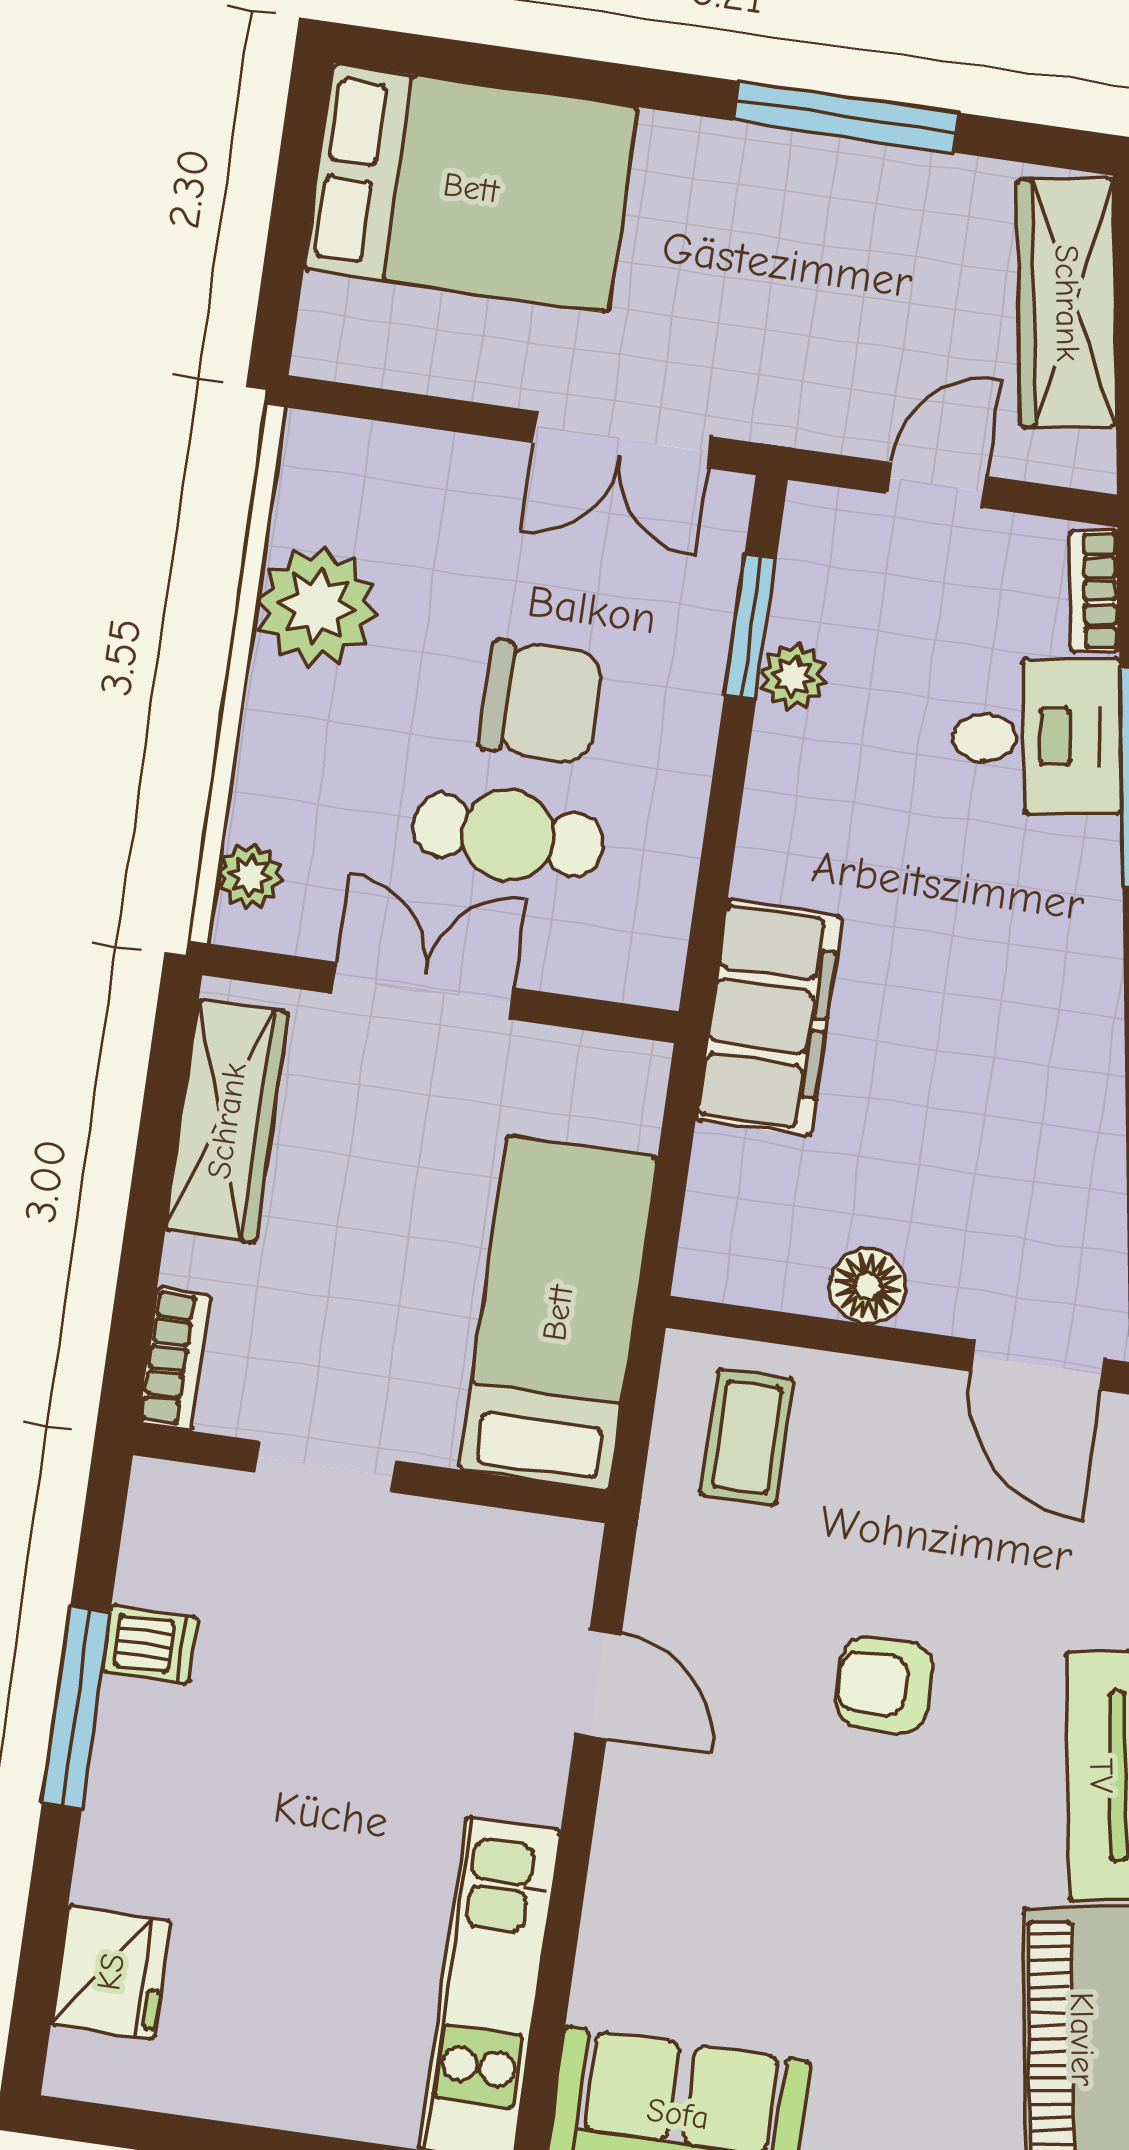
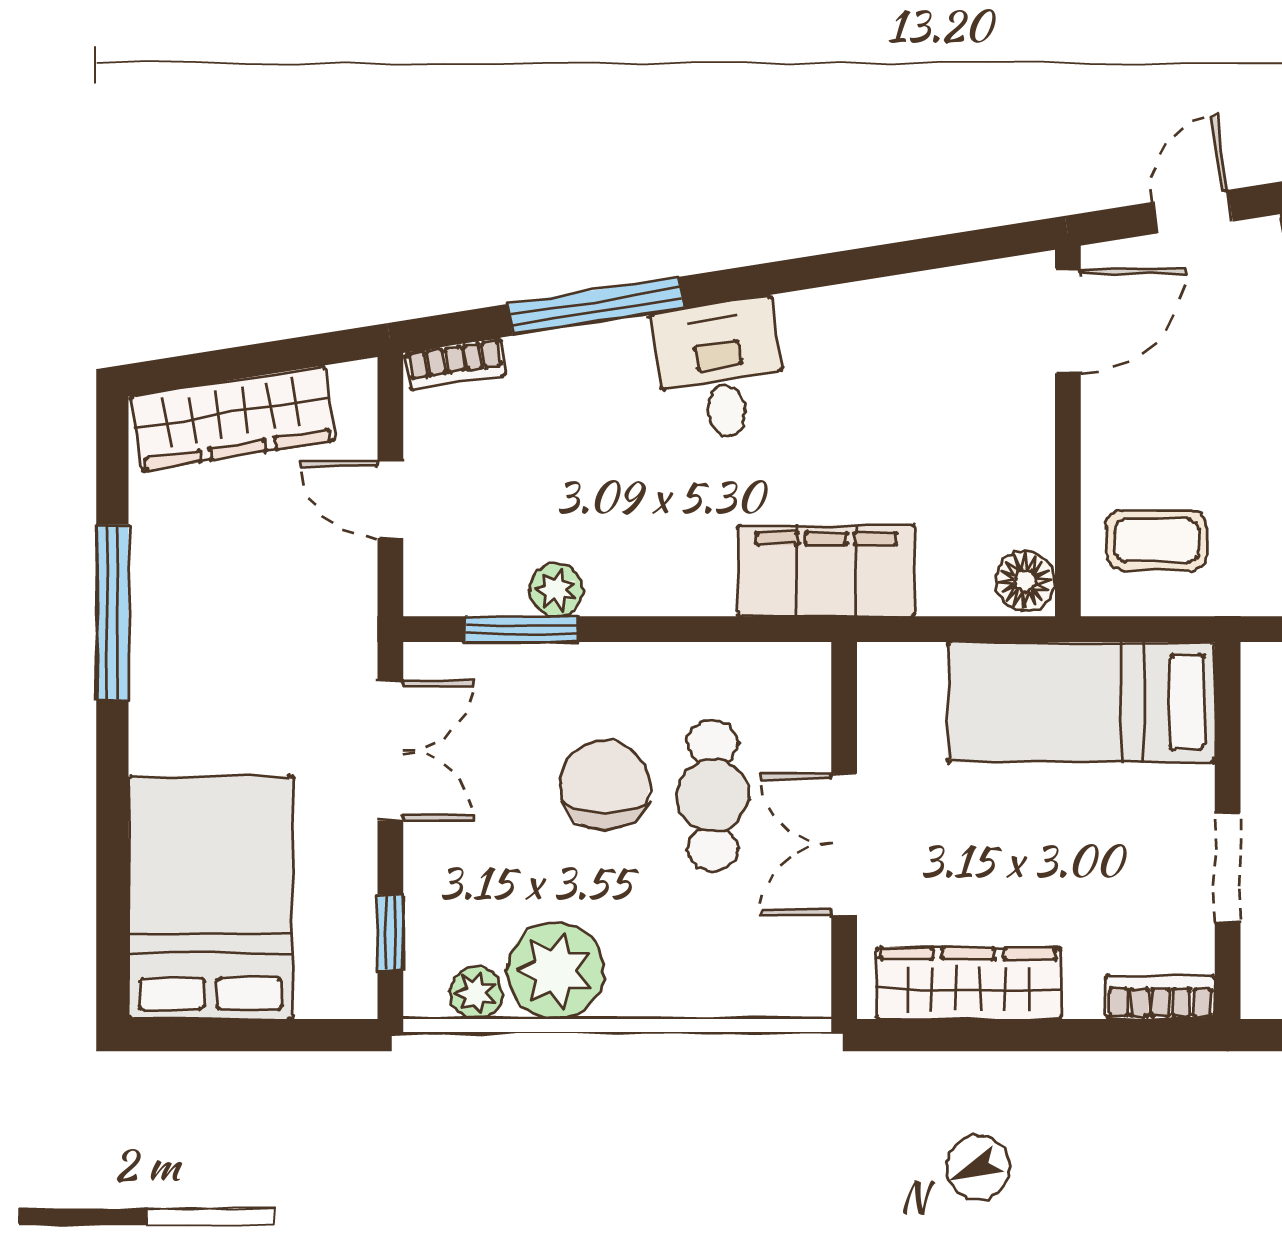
window: (395, 407) -> (390, 932), added
desk: (1037, 737) -> (720, 370), moved
plant: (250, 876) -> (476, 993), moved
floor lamp: (868, 1286) -> (1025, 581), moved

